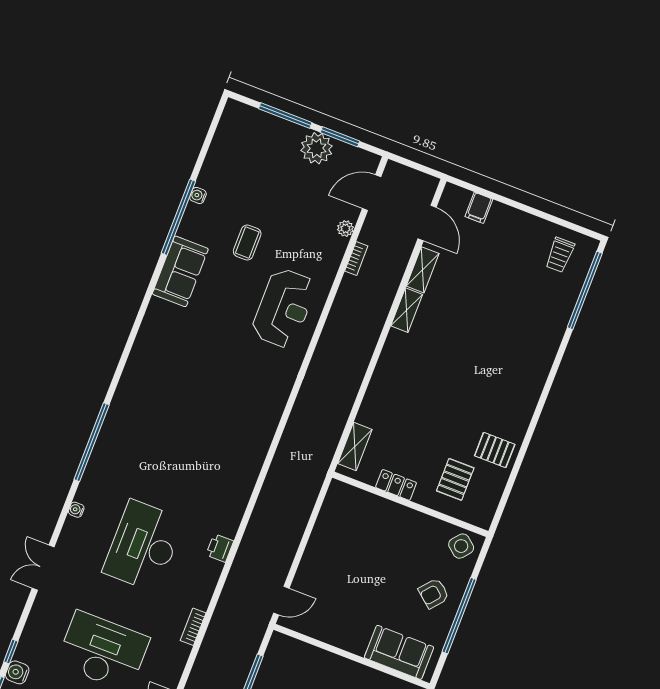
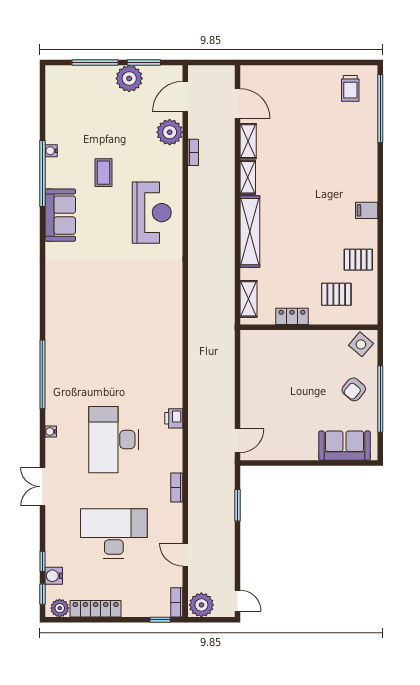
filing cabinet: (479, 208) -> (367, 210), moved, turned 90
plant: (345, 228) -> (170, 132), width x1.88, depth x1.88
shelving: (386, 372) -> (250, 232), added
pallet: (455, 479) -> (336, 294), turned 90

